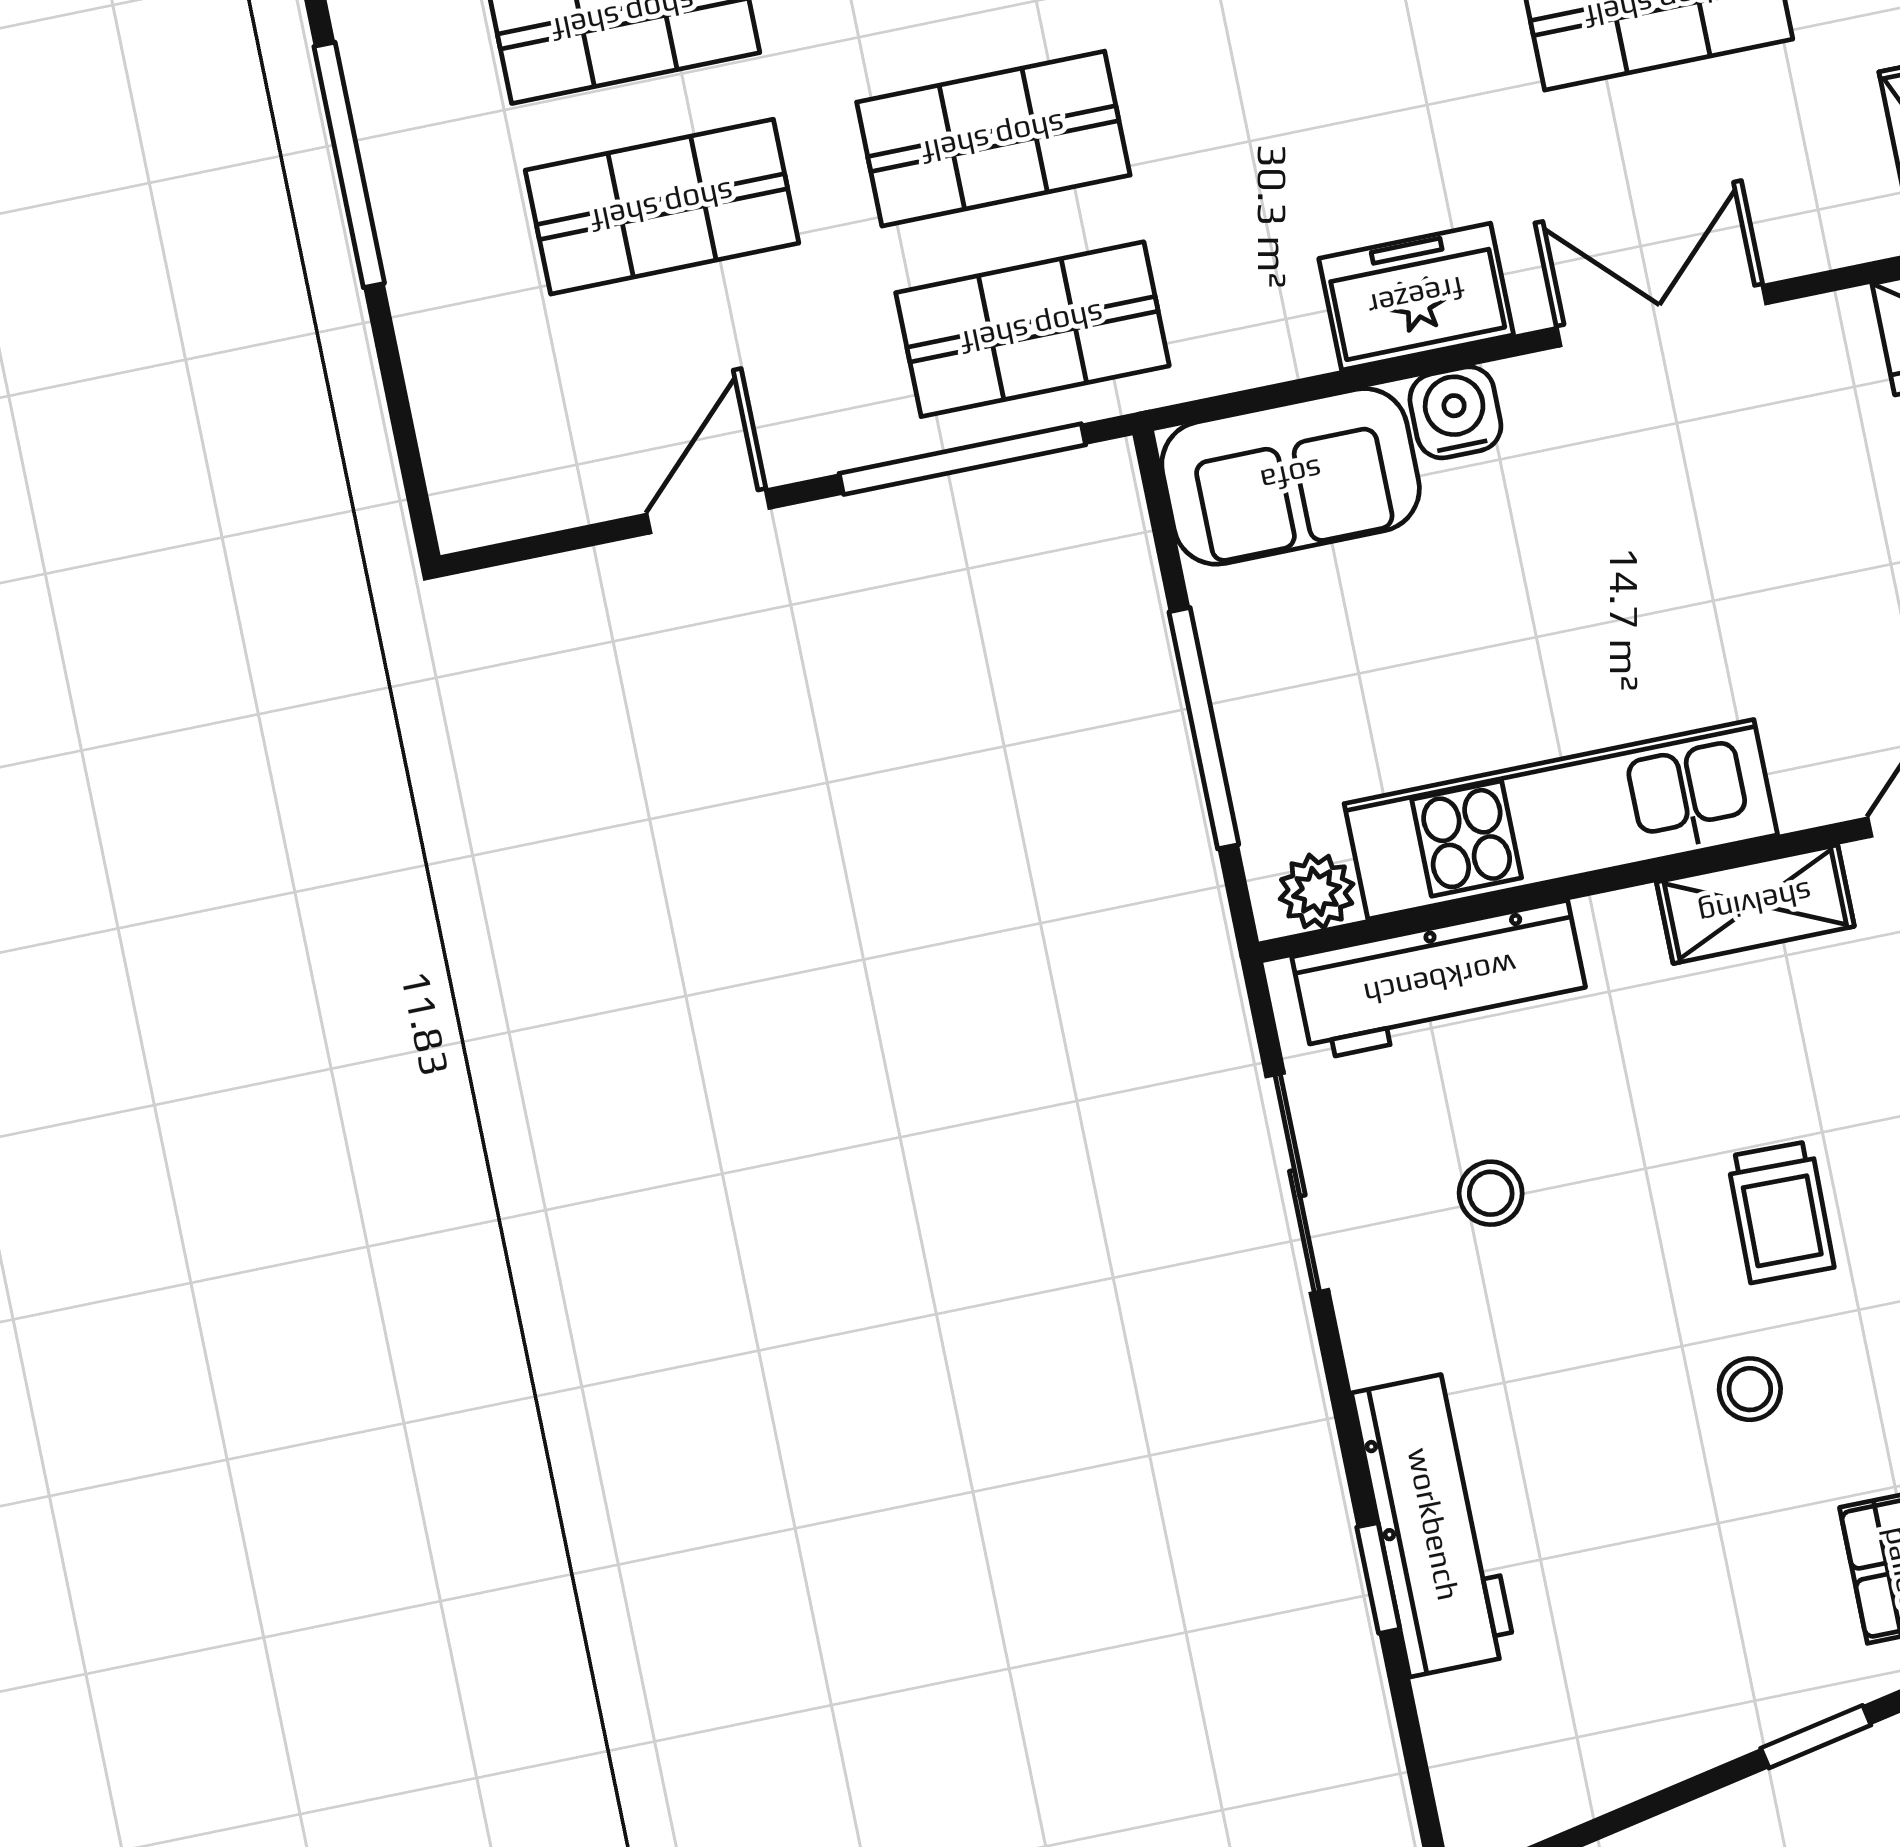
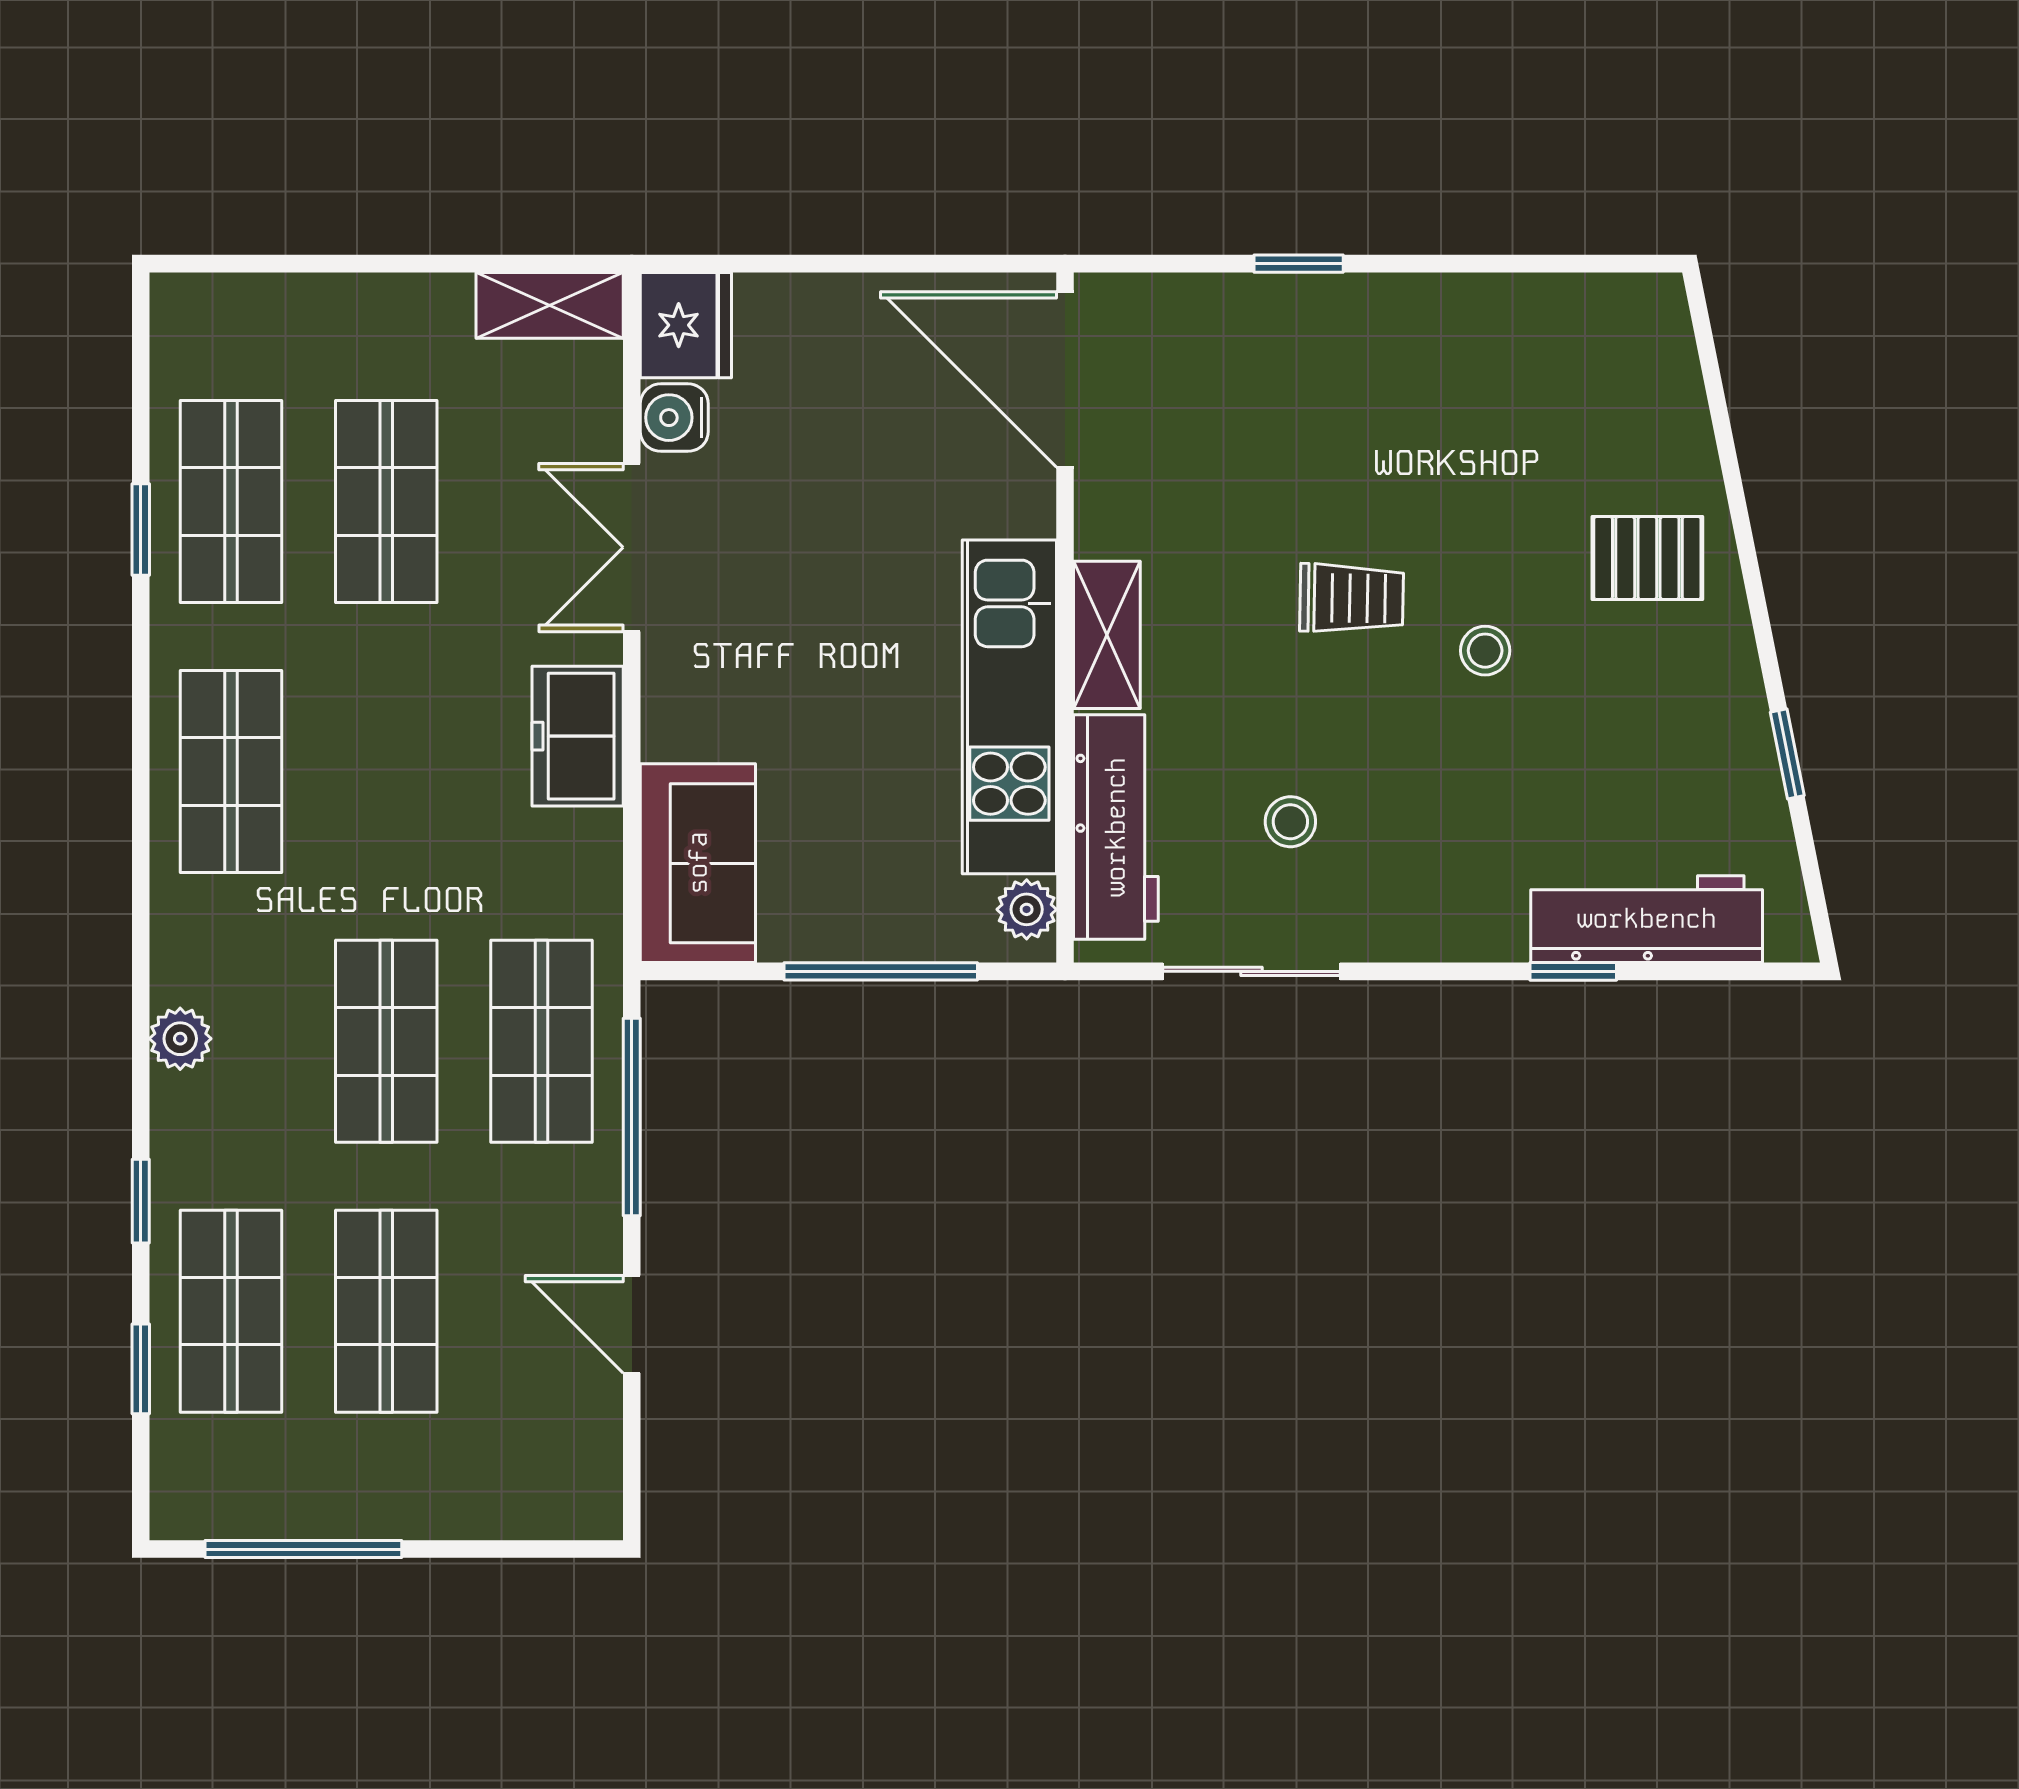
water cooler: (1455, 412) -> (674, 418), moved
shelving: (1755, 904) -> (1107, 635), moved
workbench: (1434, 1524) -> (1647, 919), moved
window: (1816, 1737) -> (1787, 754), moved

